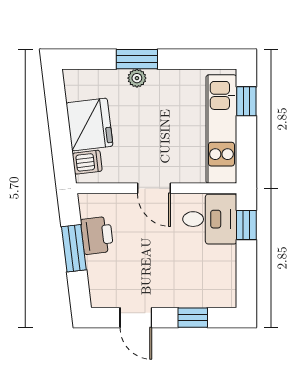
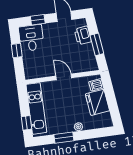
window: (137, 59) -> (64, 138), moved
desk: (210, 219) -> (31, 38), moved, turned 90
window: (246, 225) -> (17, 51), moved
printer: (97, 235) -> (83, 35), moved

